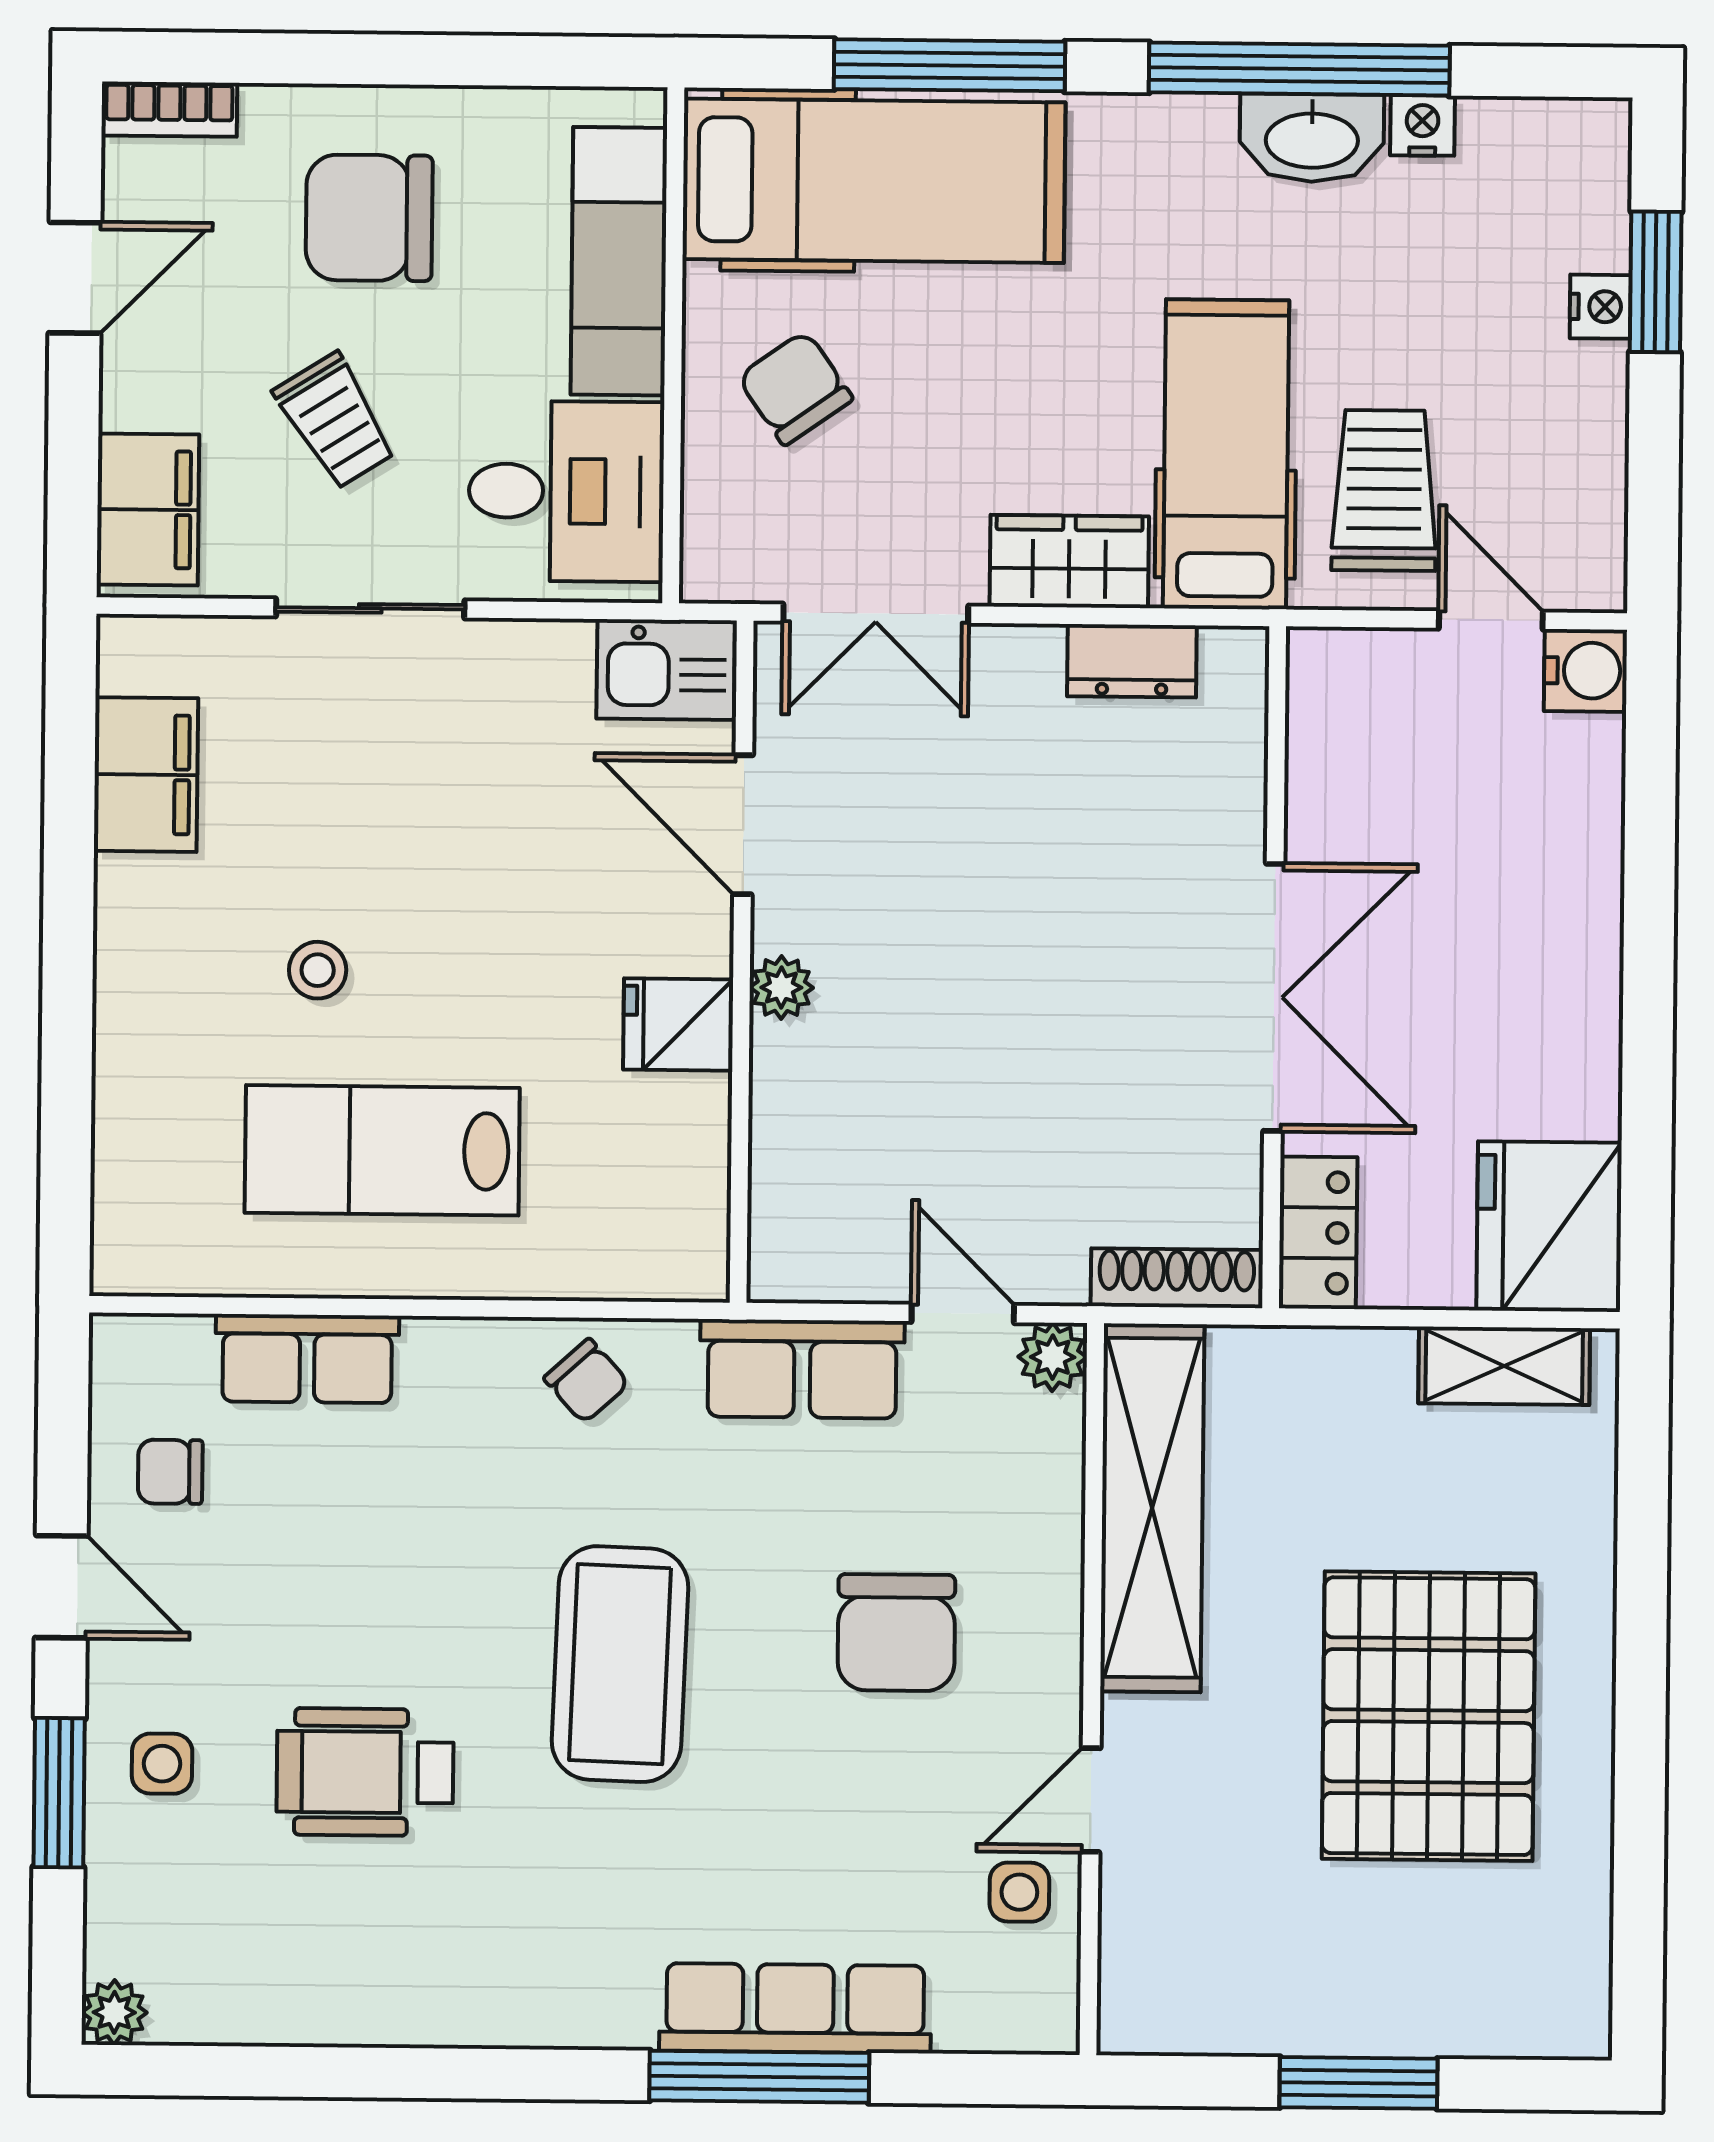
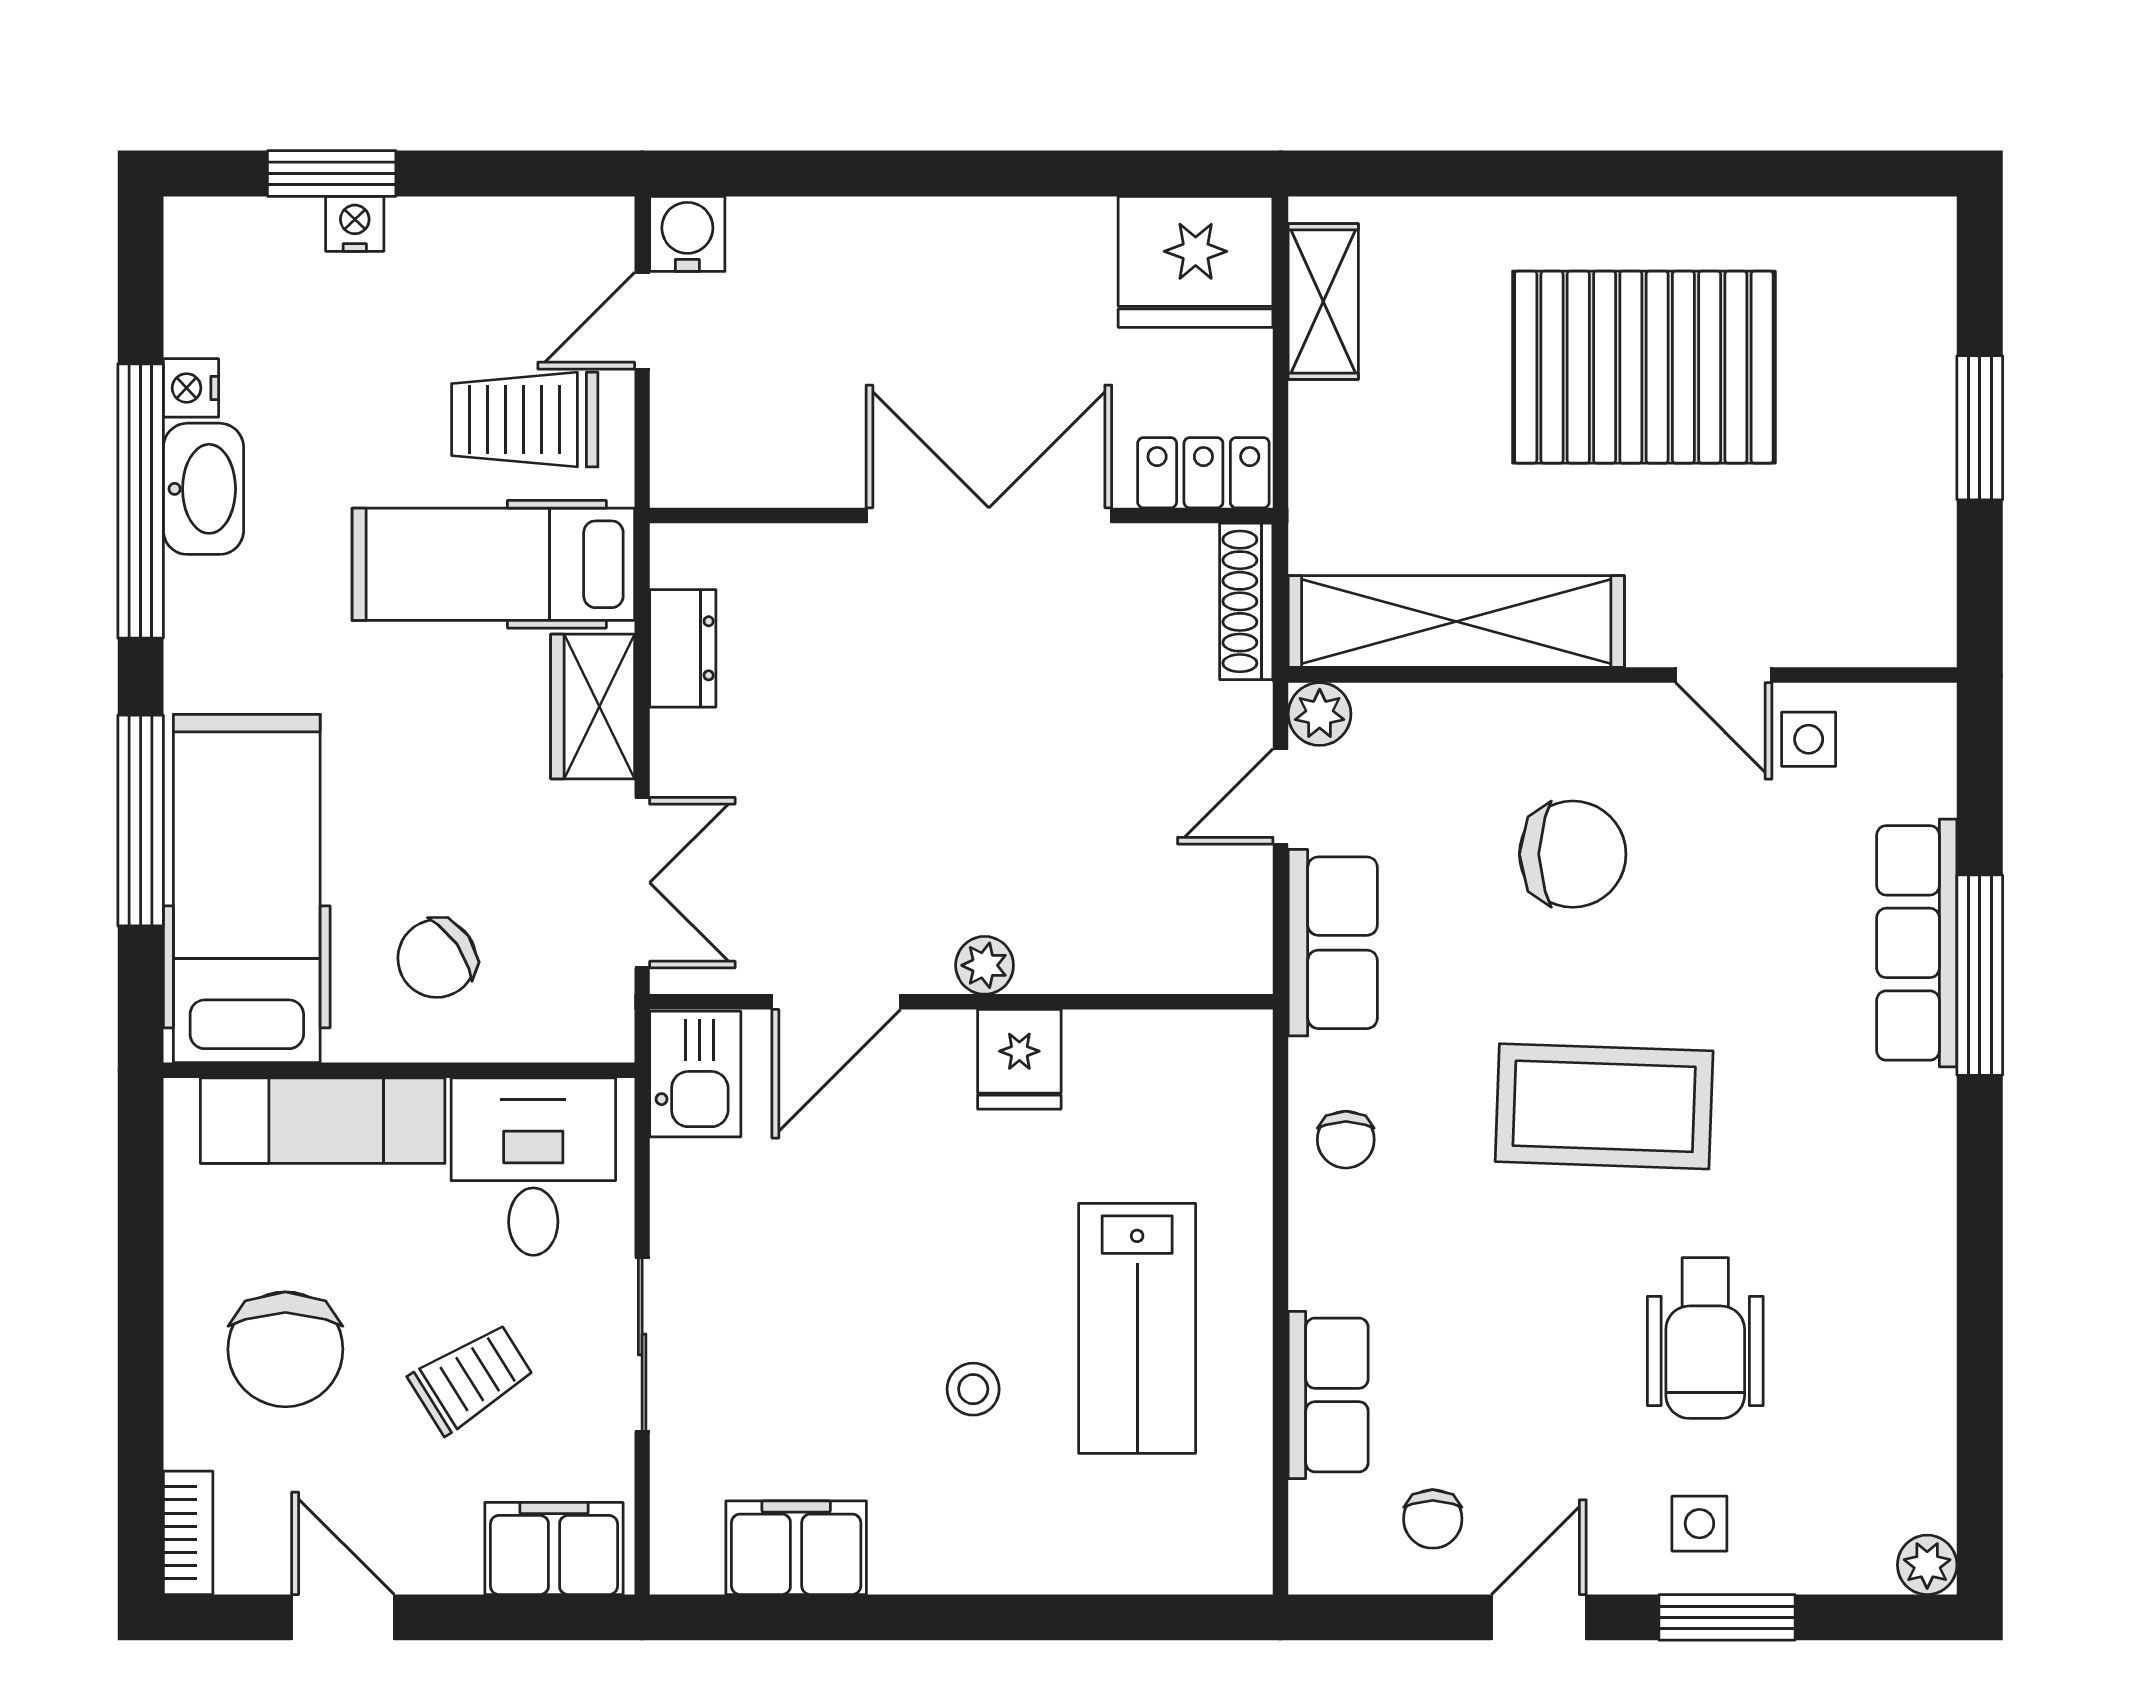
chair: (586, 1381) -> (1346, 1140), turned 132

